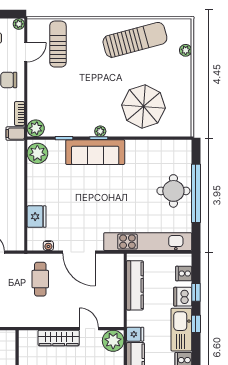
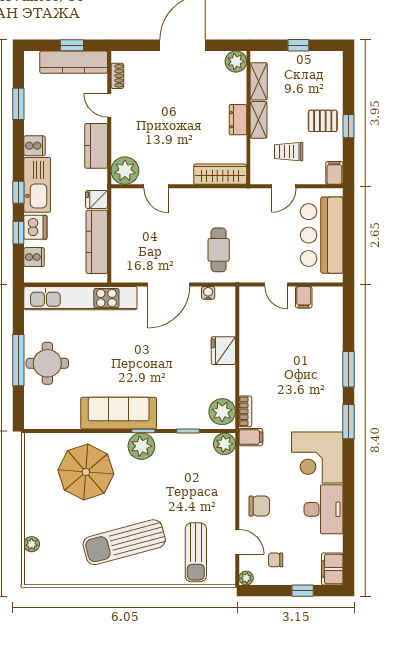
sun lounger: (135, 40) -> (124, 542), moved
door: (26, 52) -> (237, 542), swing flipped
bookcase: (19, 114) -> (245, 411), moved
plant: (100, 131) -> (141, 446), width x1.88, depth x1.88
sofa: (95, 152) -> (119, 413), moved
window: (196, 193) -> (18, 360), width x0.68
fridge: (37, 217) -> (223, 351), moved
door: (79, 252) -> (169, 285), swing flipped
fridge: (135, 334) -> (97, 199), moved
wardrobe: (59, 338) -> (220, 174), moved

